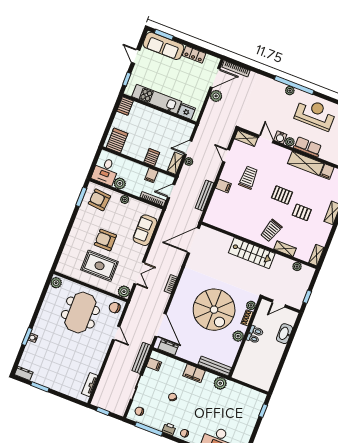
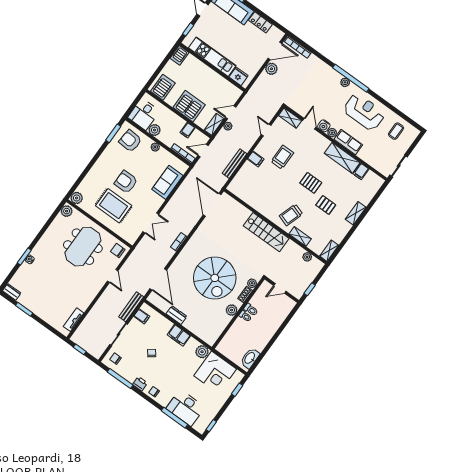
server rack: (152, 157) -> (189, 106), width x2.18, depth x1.44
door: (193, 241) -> (212, 205), hinge flipped
plant: (124, 292) -> (77, 198), moved
washbasin: (284, 334) -> (250, 358), moved
dresser: (168, 347) -> (176, 315), moved
bench: (215, 366) -> (201, 334), removed
corner desk: (238, 400) -> (215, 372), added

